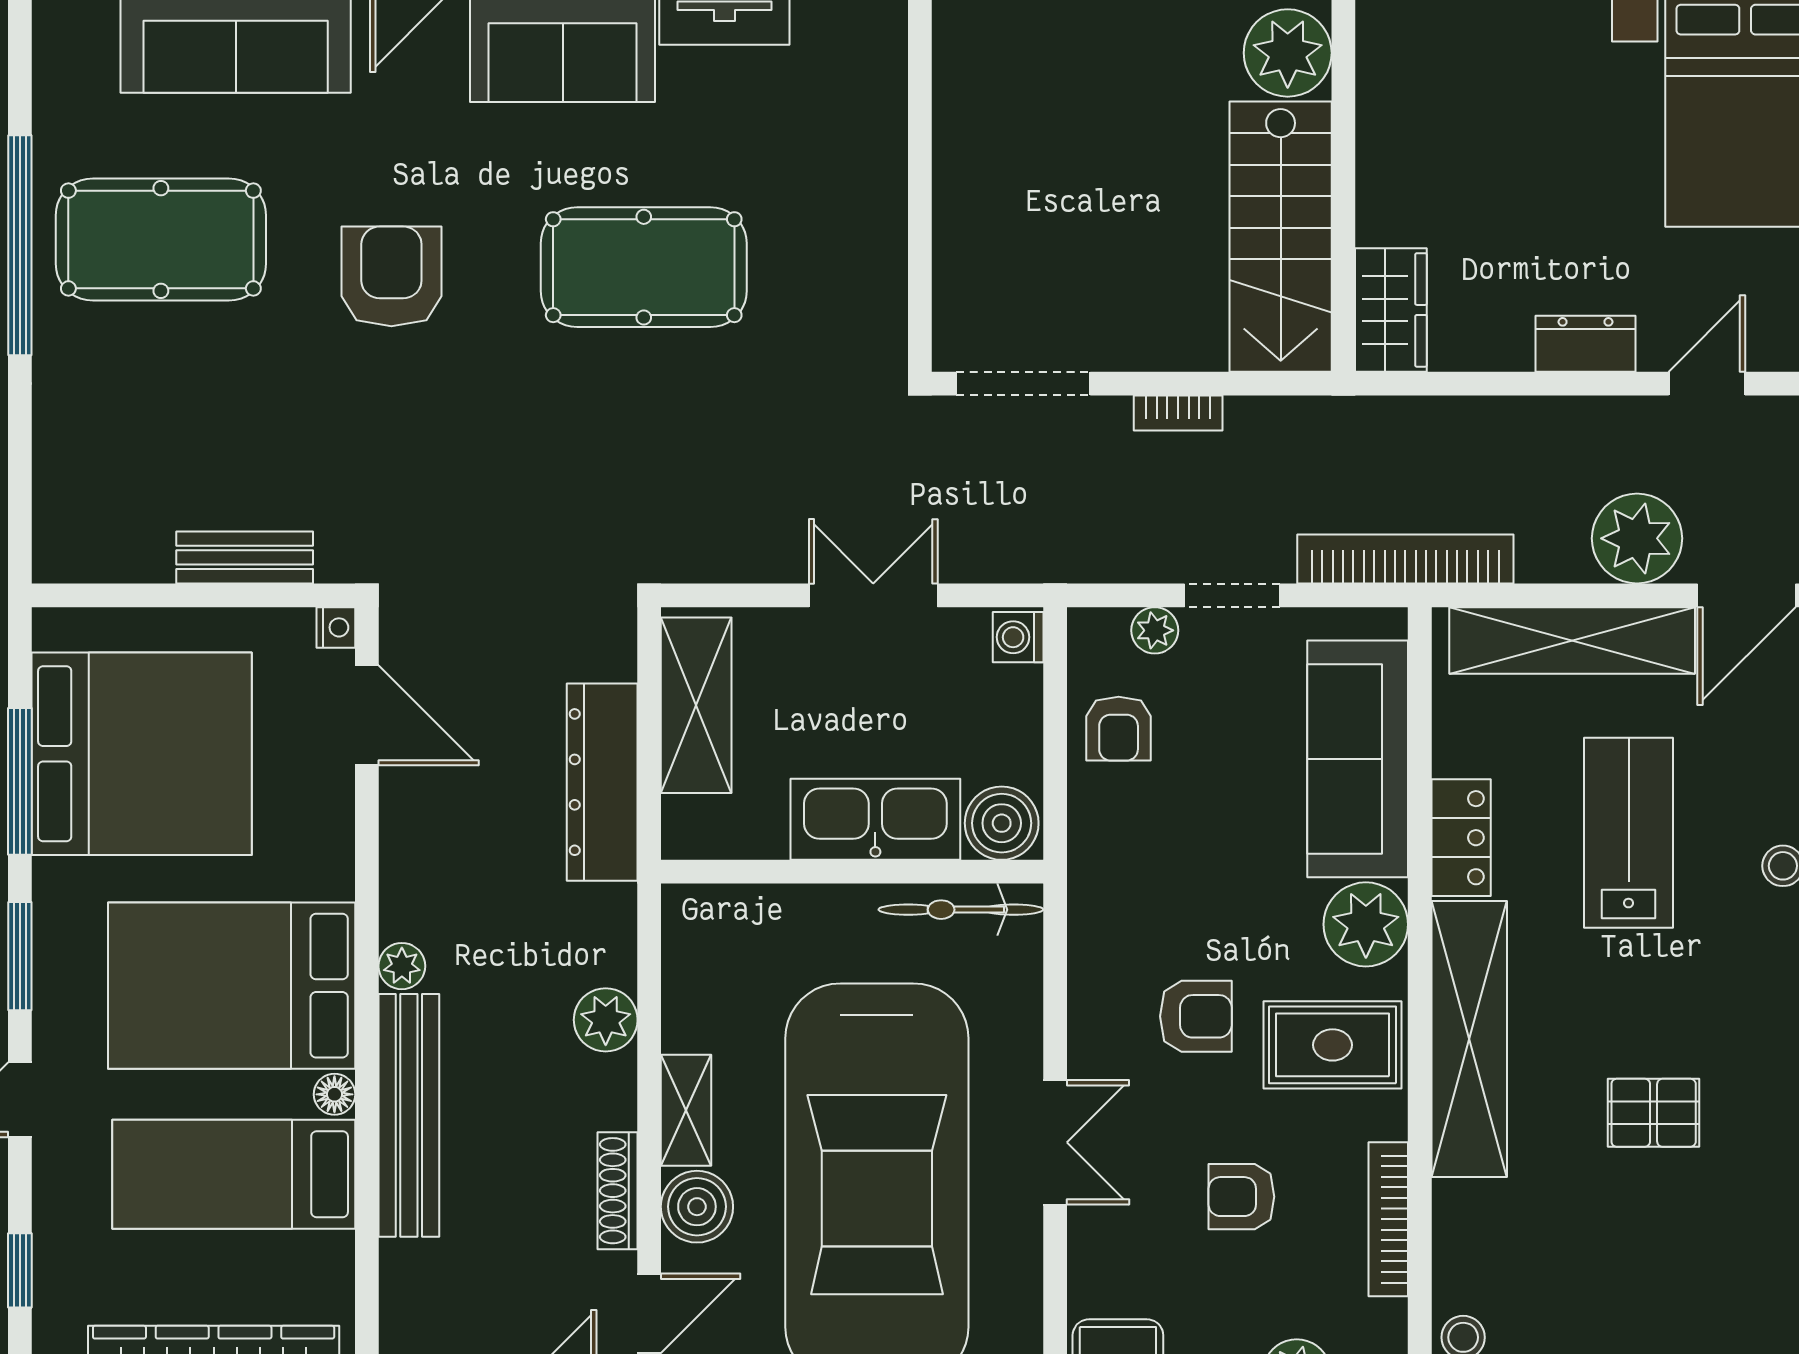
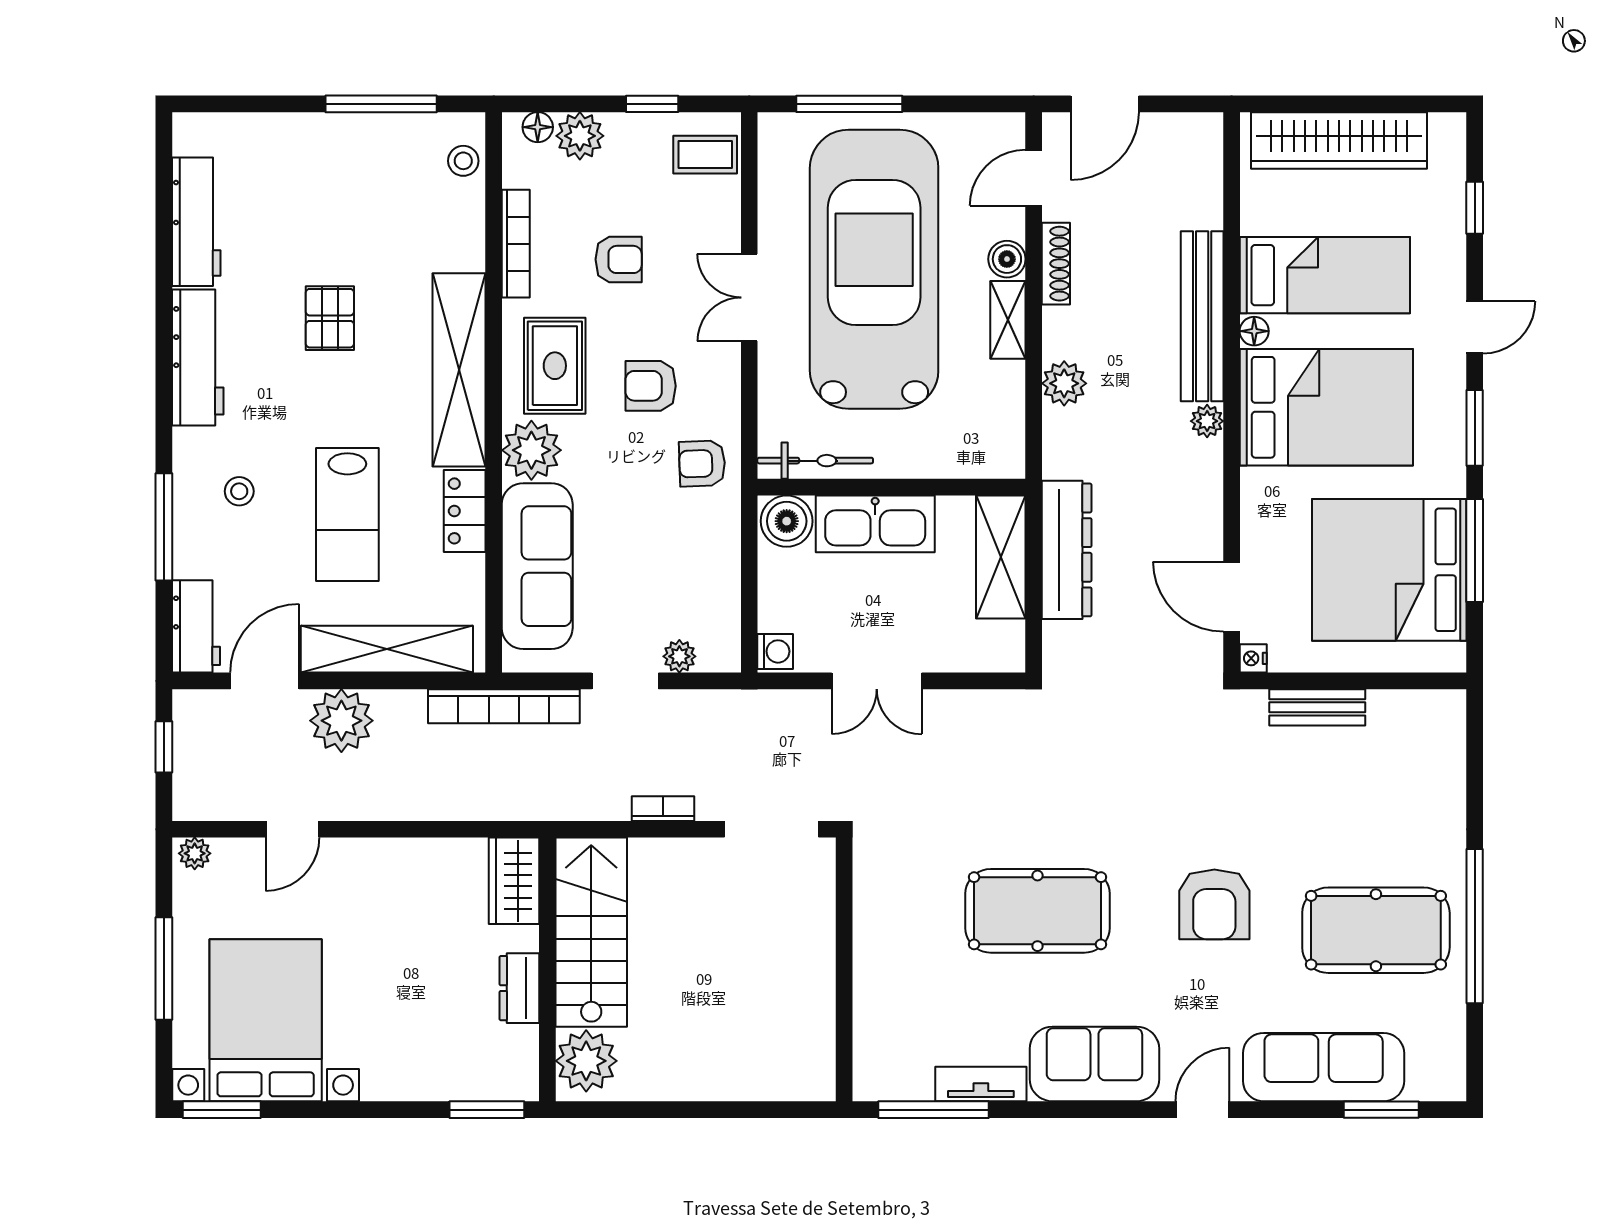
dresser: (1586, 344) -> (519, 988), moved, turned 90
shelving: (696, 705) -> (1001, 557), moved
armchair: (1119, 729) -> (702, 463), moved, turned -92
rug: (1332, 1045) -> (555, 366), turned 90
pallet: (1654, 1113) -> (330, 318), turned 90
boiler: (697, 1207) -> (1007, 259), width x0.73, depth x0.73

